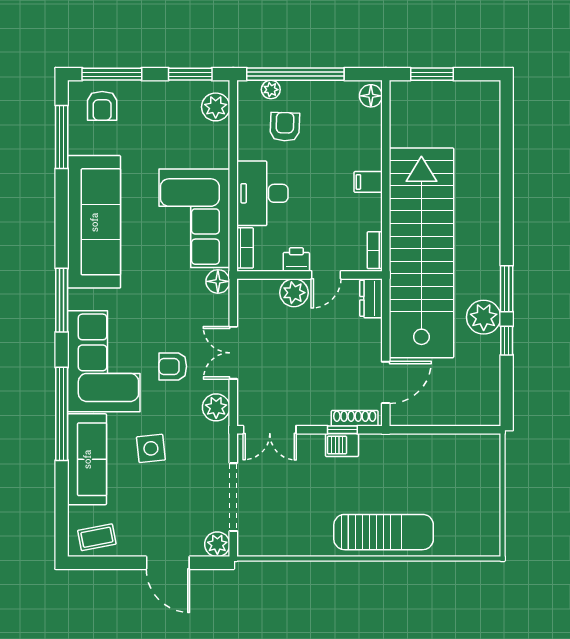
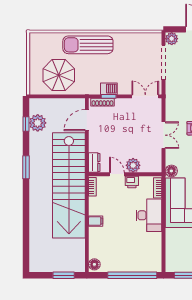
plant: (271, 90) -> (145, 268), removed
plant: (216, 107) -> (172, 259), removed
armchair: (285, 127) -> (138, 249), removed
door: (326, 275) -> (117, 174), hinge flipped
plant: (484, 317) -> (38, 123), moved
window: (507, 341) -> (26, 124), moved
plant: (216, 407) -> (172, 108), removed
parasol: (442, 472) -> (59, 75), added

